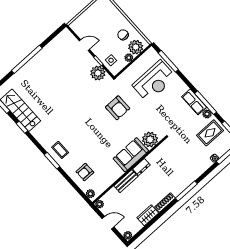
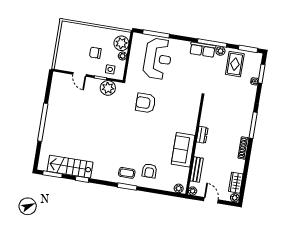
chair: (123, 35) -> (95, 53), moved
door: (84, 45) -> (79, 74), swing flipped
armchair: (118, 108) -> (146, 103), turned 180
plant: (150, 139) -> (191, 107), removed
sofa: (131, 155) -> (183, 150), moved
armchair: (85, 172) -> (149, 171), moved
bench: (126, 181) -> (197, 170), moved
wardrobe: (148, 215) -> (236, 183), moved
door: (108, 223) -> (211, 200), hinge flipped

